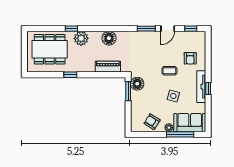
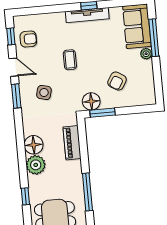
plant: (81, 38) -> (36, 165), moved
armchair: (190, 58) -> (28, 39), moved
window: (70, 75) -> (87, 192), width x2.17
side table: (173, 96) -> (44, 92), moved
armchair: (152, 122) -> (117, 81), moved

